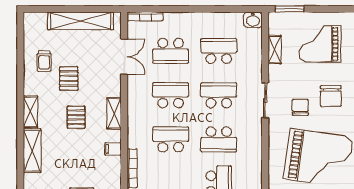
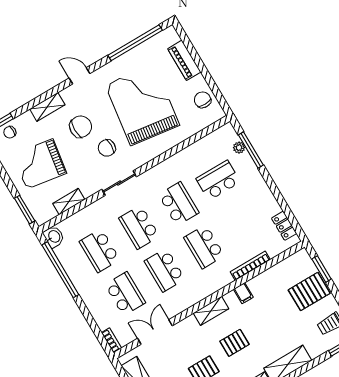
window: (222, 9) -> (60, 270), added
bookcase: (145, 16) -> (111, 340), width x0.64
grand piano: (320, 44) -> (40, 164), turned 99

